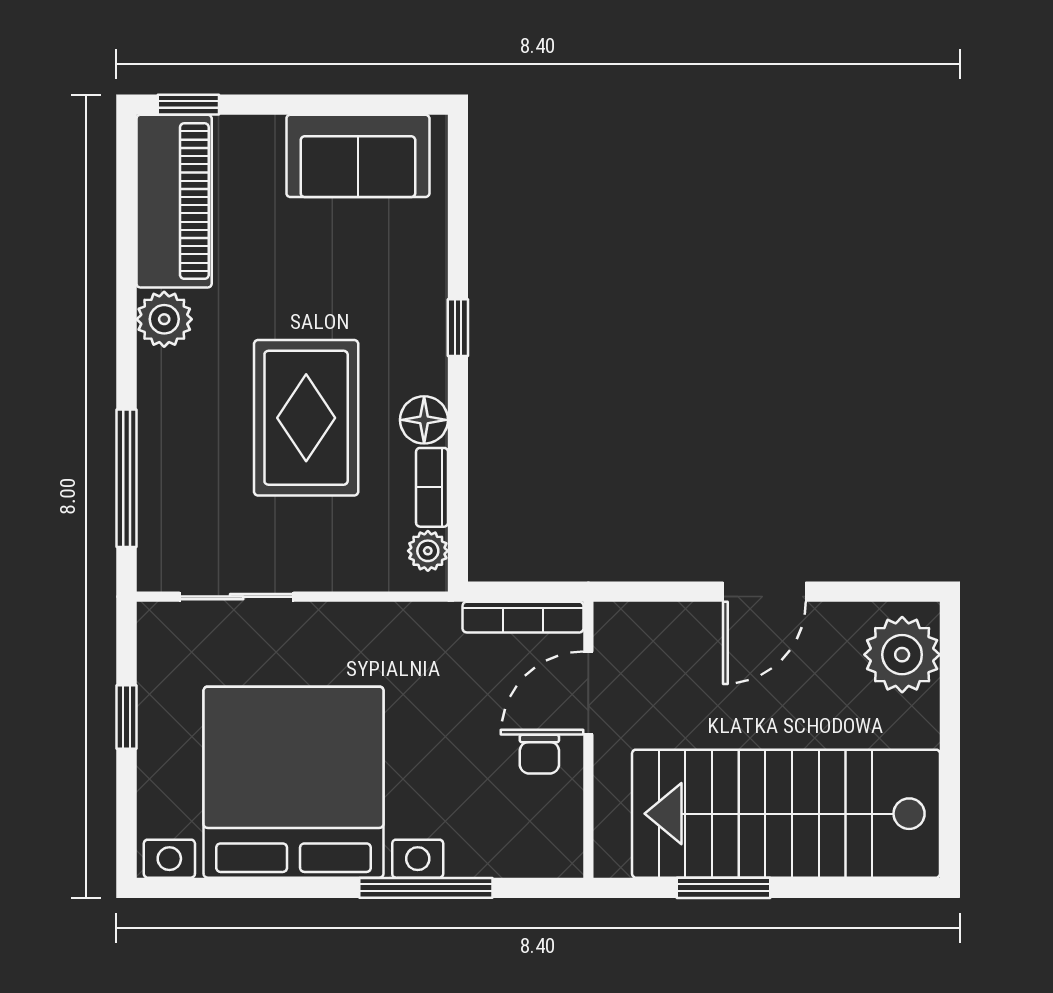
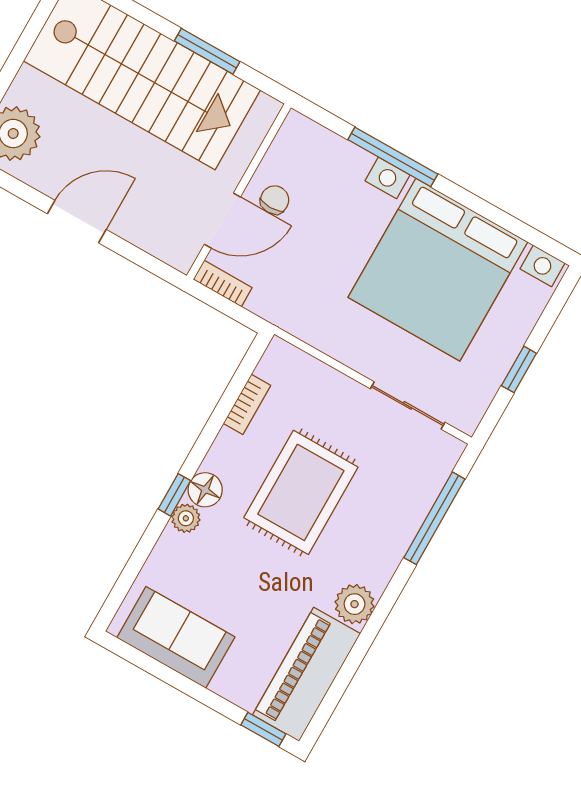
floor lamp: (424, 420) -> (205, 490), moved
plant: (428, 551) -> (186, 518), moved
bookcase: (523, 617) -> (223, 284), width x0.64

